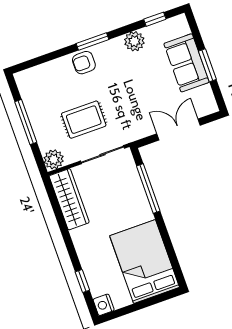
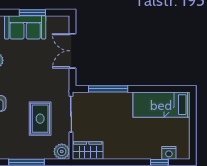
wardrobe: (69, 199) -> (88, 150), width x0.67
bed: (145, 262) -> (161, 105), width x0.67
nightstand: (104, 305) -> (169, 153), moved

